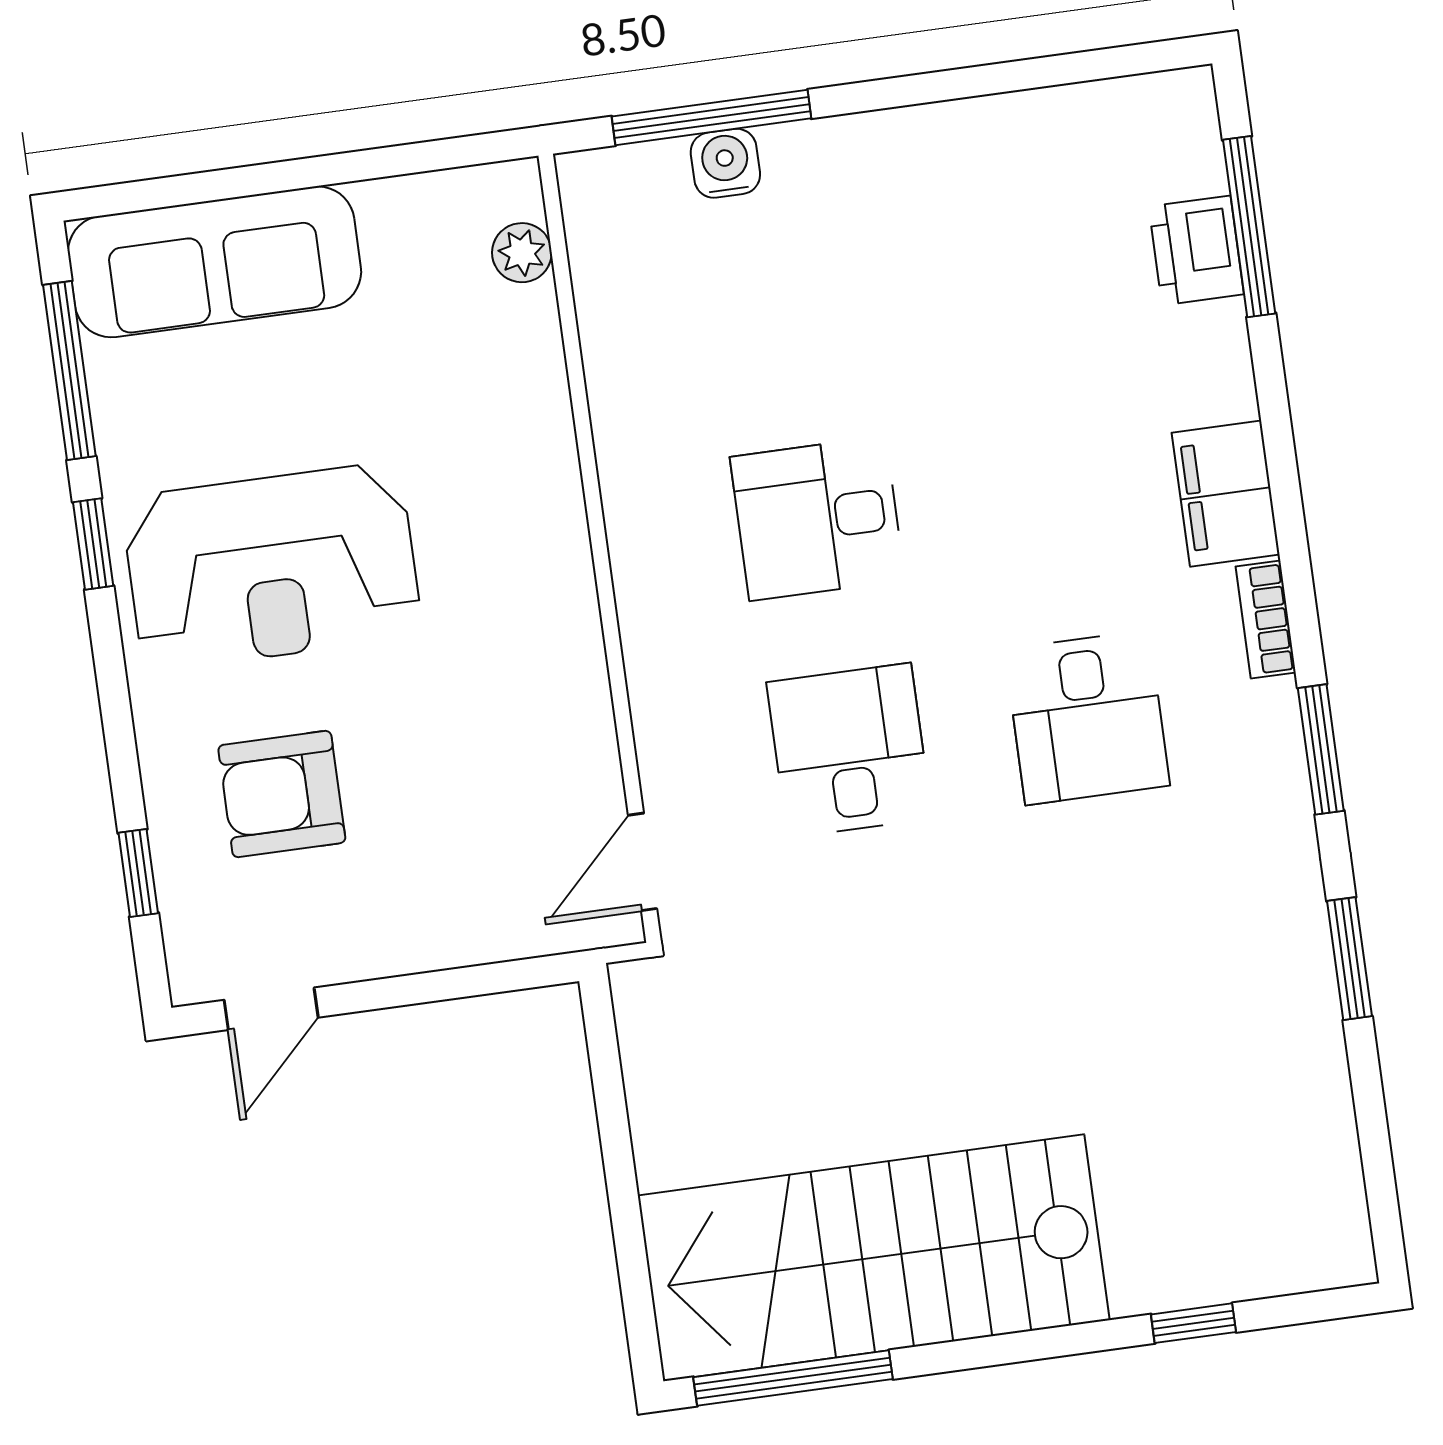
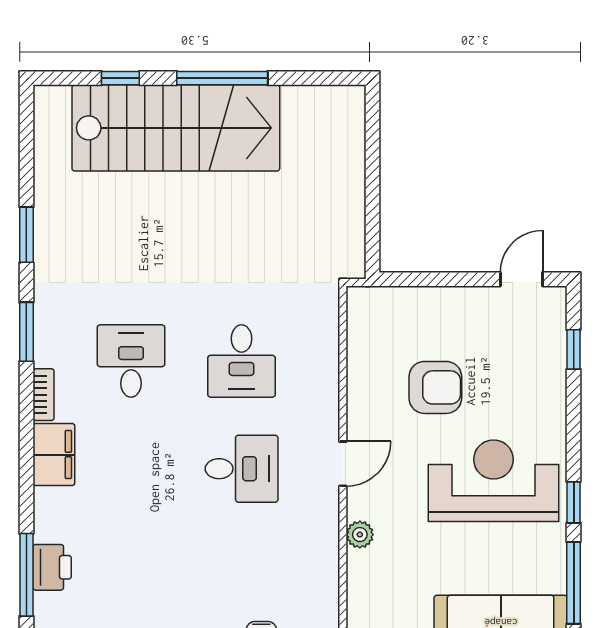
plant: (522, 253) -> (360, 535), moved
armchair: (282, 794) -> (435, 387), moved
door: (643, 862) -> (343, 464), moved
stairs: (874, 1258) -> (176, 128), moved
window: (793, 1378) -> (222, 78), moved

